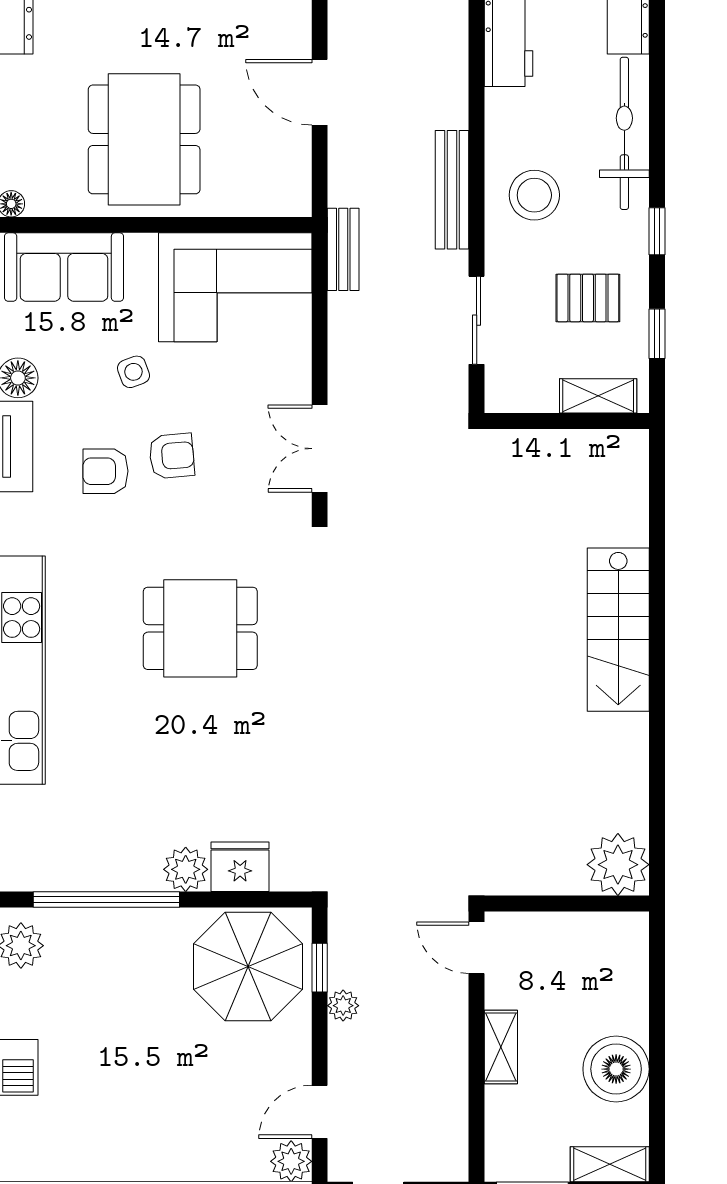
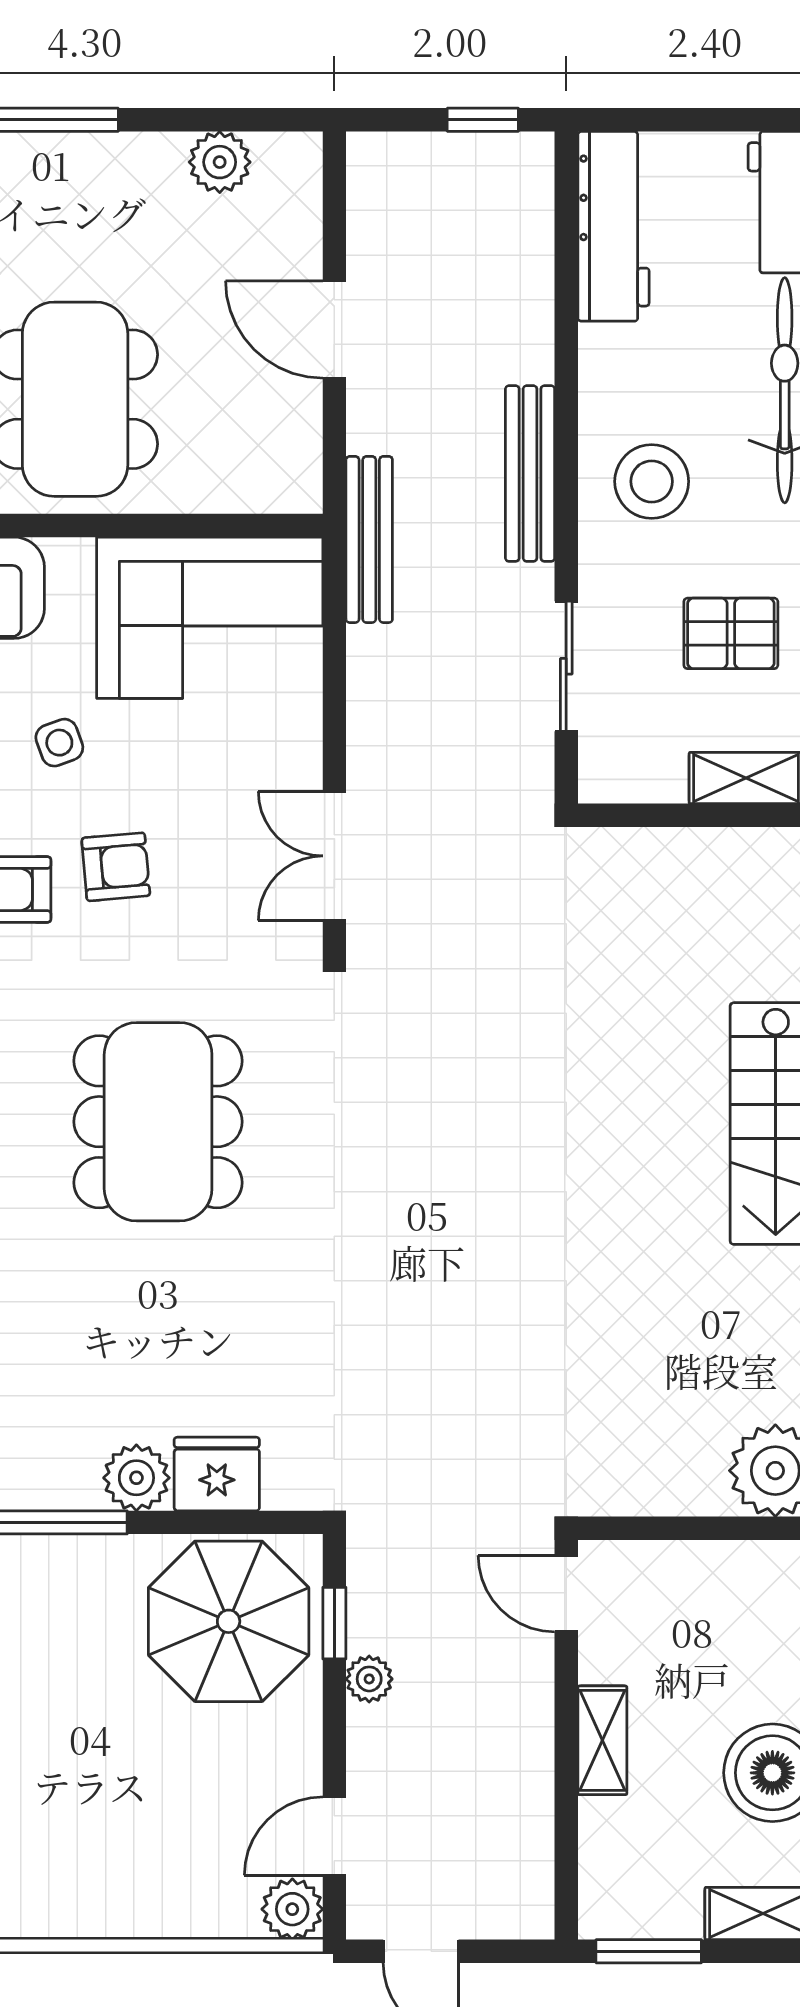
bench: (343, 249) -> (369, 539), width x1.36
dining table: (200, 628) -> (158, 1122), width x1.38

